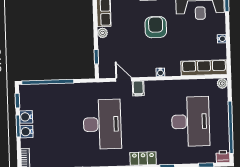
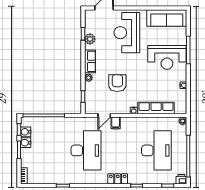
armchair: (156, 27) -> (117, 83), moved
row of seats: (204, 68) -> (156, 108), moved
door: (124, 80) -> (104, 115), swing flipped
water cooler: (27, 132) -> (26, 132), moved

